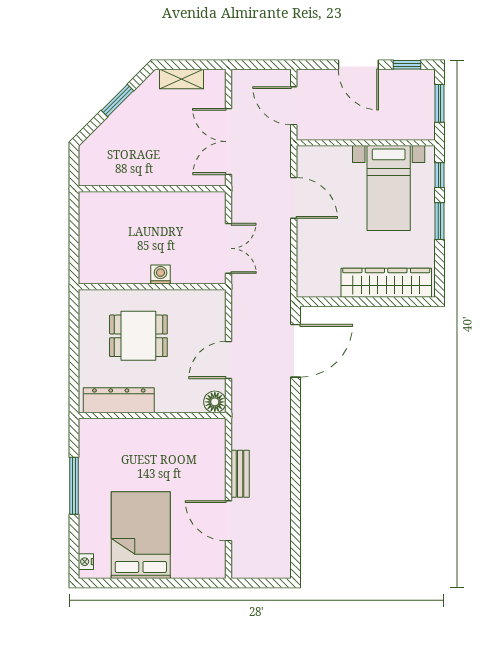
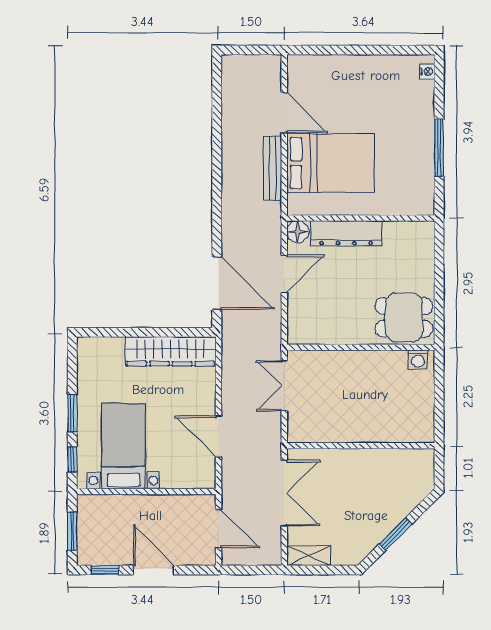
shelving: (182, 79) -> (309, 556), moved
washing machine: (161, 275) -> (418, 360), moved
wardrobe: (386, 283) -> (171, 351), moved
dining table: (138, 336) -> (404, 317), moved
door: (296, 351) -> (217, 283), swing flipped
dresser: (119, 400) -> (346, 233), moved
bench: (240, 474) -> (273, 168), width x1.36
bed: (141, 535) -> (330, 163), moved, turned -90

